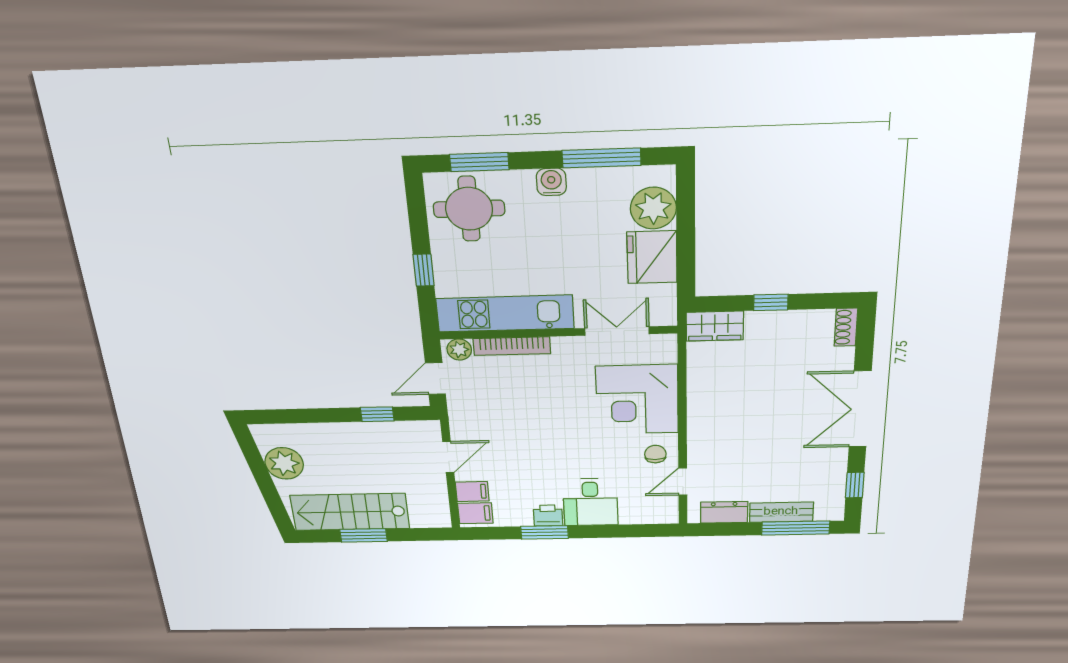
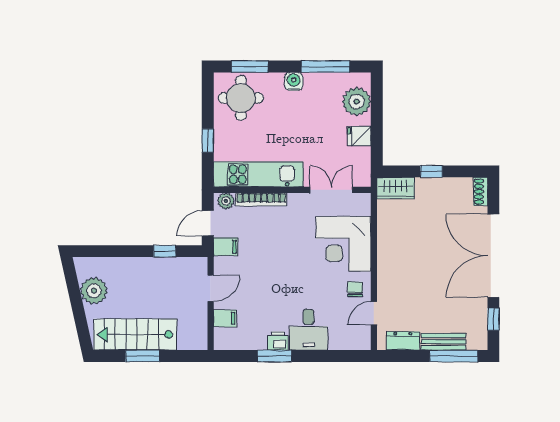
fridge: (652, 257) -> (359, 136), width x0.53, depth x0.75
double door: (860, 409) -> (493, 256), width x1.36
filing cabinet: (475, 513) -> (226, 247), moved

